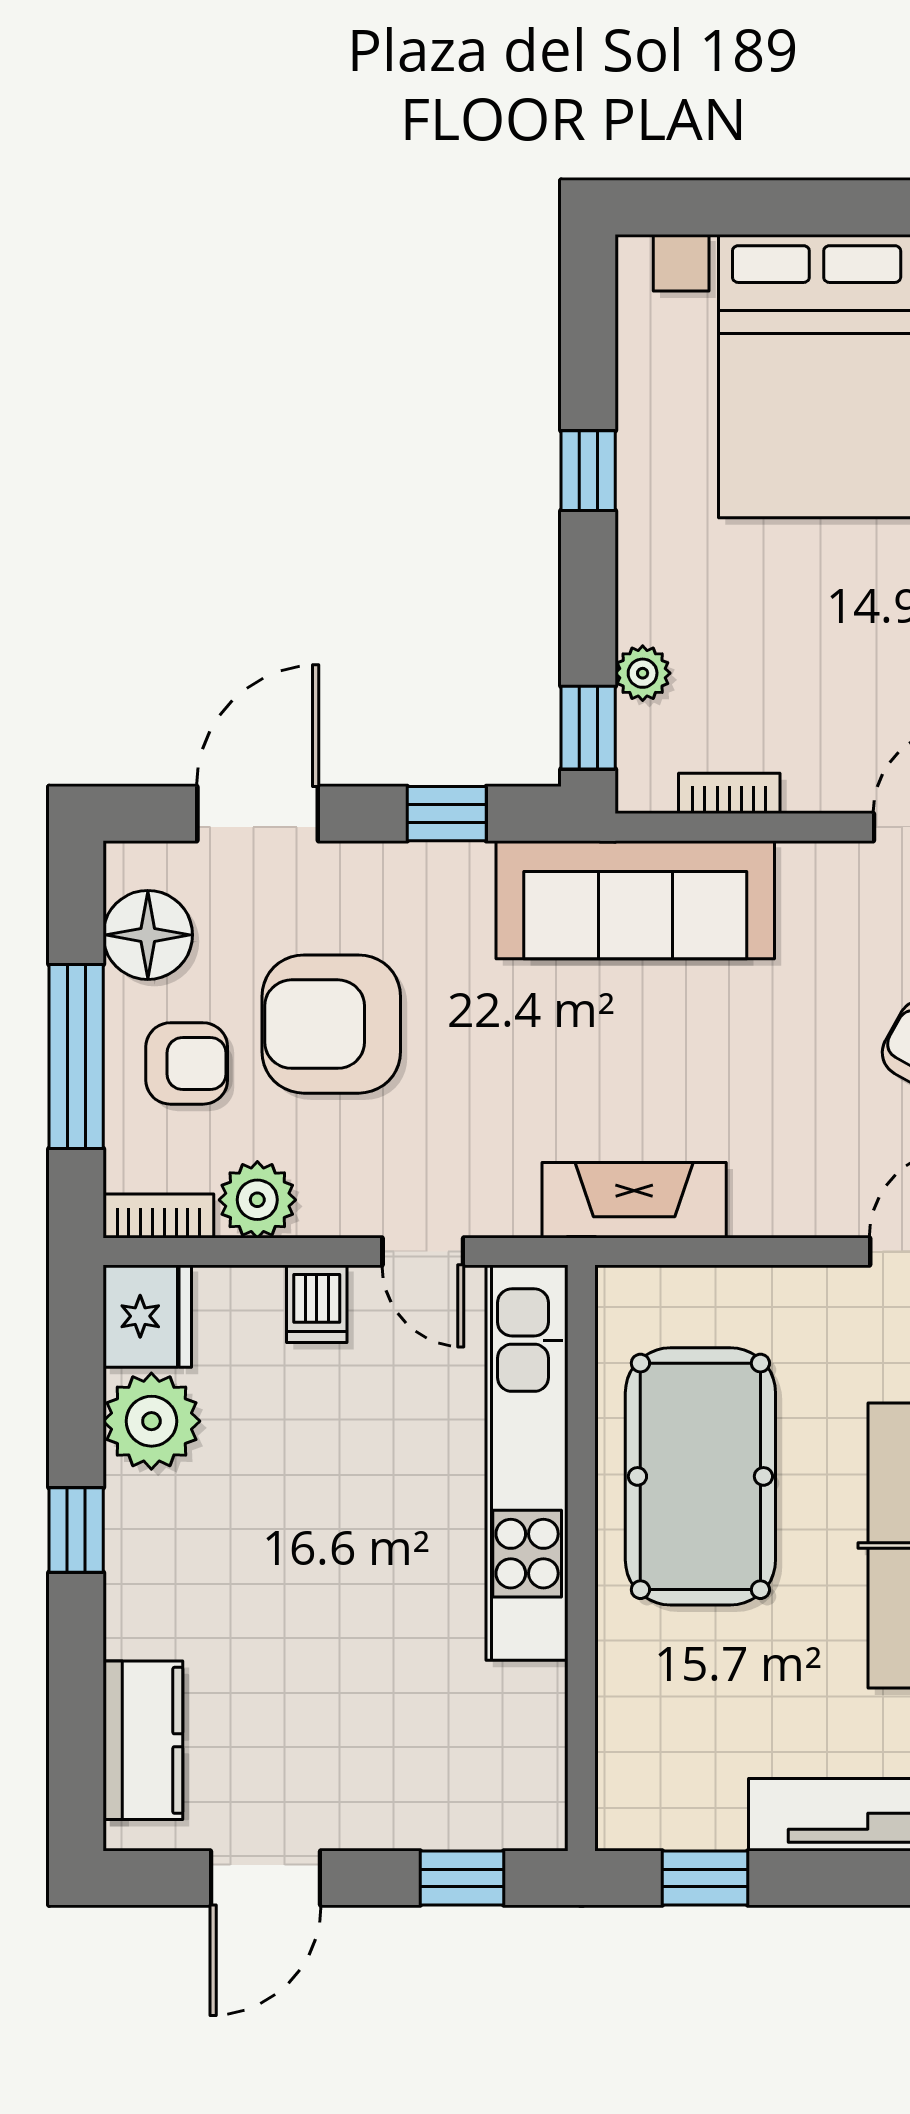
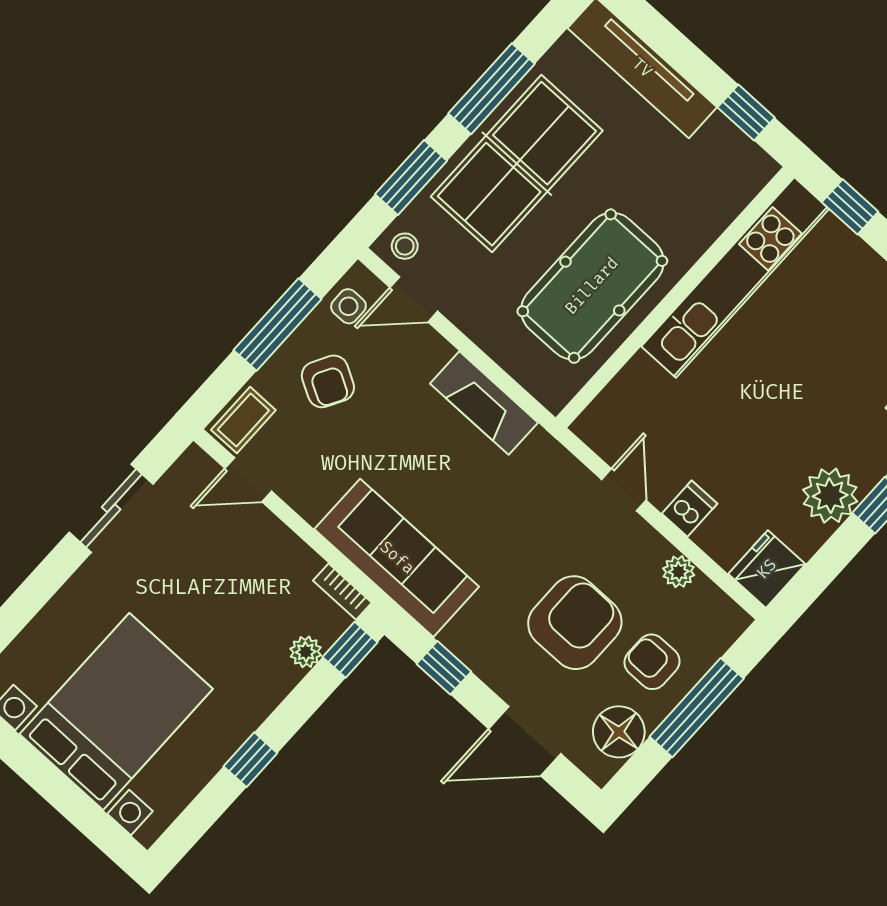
bookcase: (729, 793) -> (342, 592), moved
armchair: (331, 1024) -> (575, 623), turned -90
plant: (257, 1200) -> (679, 572), width x0.73, depth x0.73
fireplace: (634, 1200) -> (484, 403), moved
bookcase: (158, 1216) -> (723, 608), removed
plant: (151, 1421) -> (830, 496), moved
kitchen unit: (527, 1463) -> (735, 278), moved

